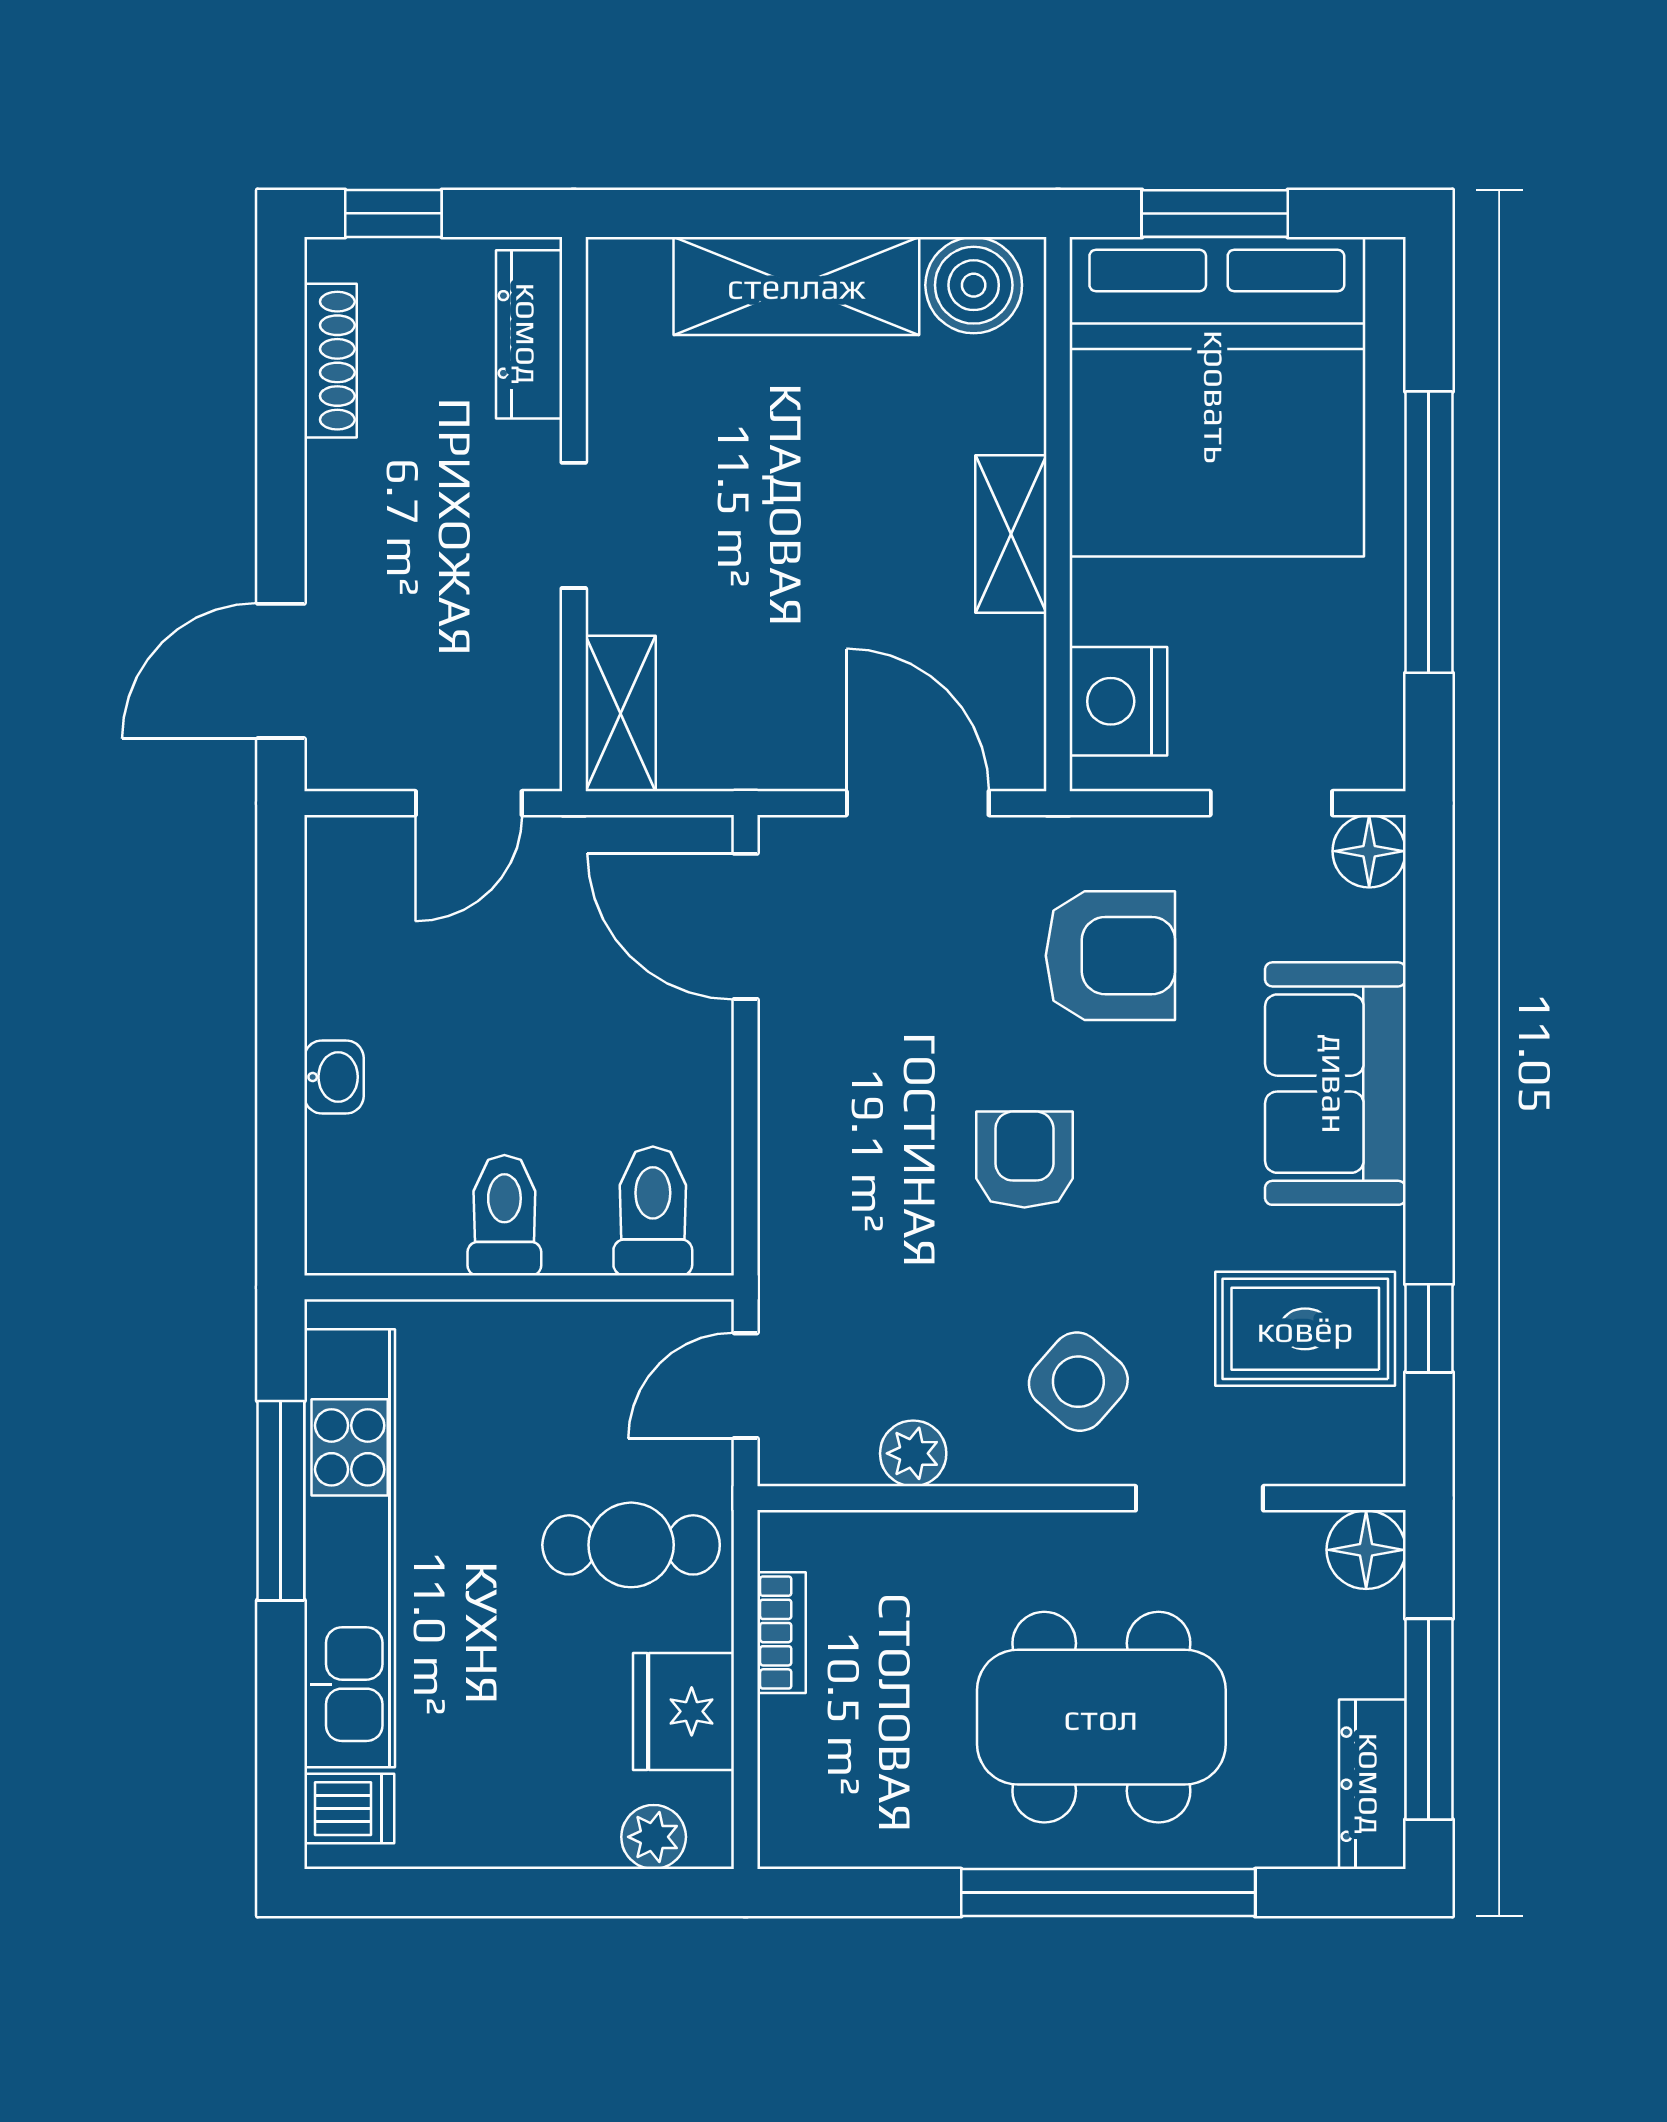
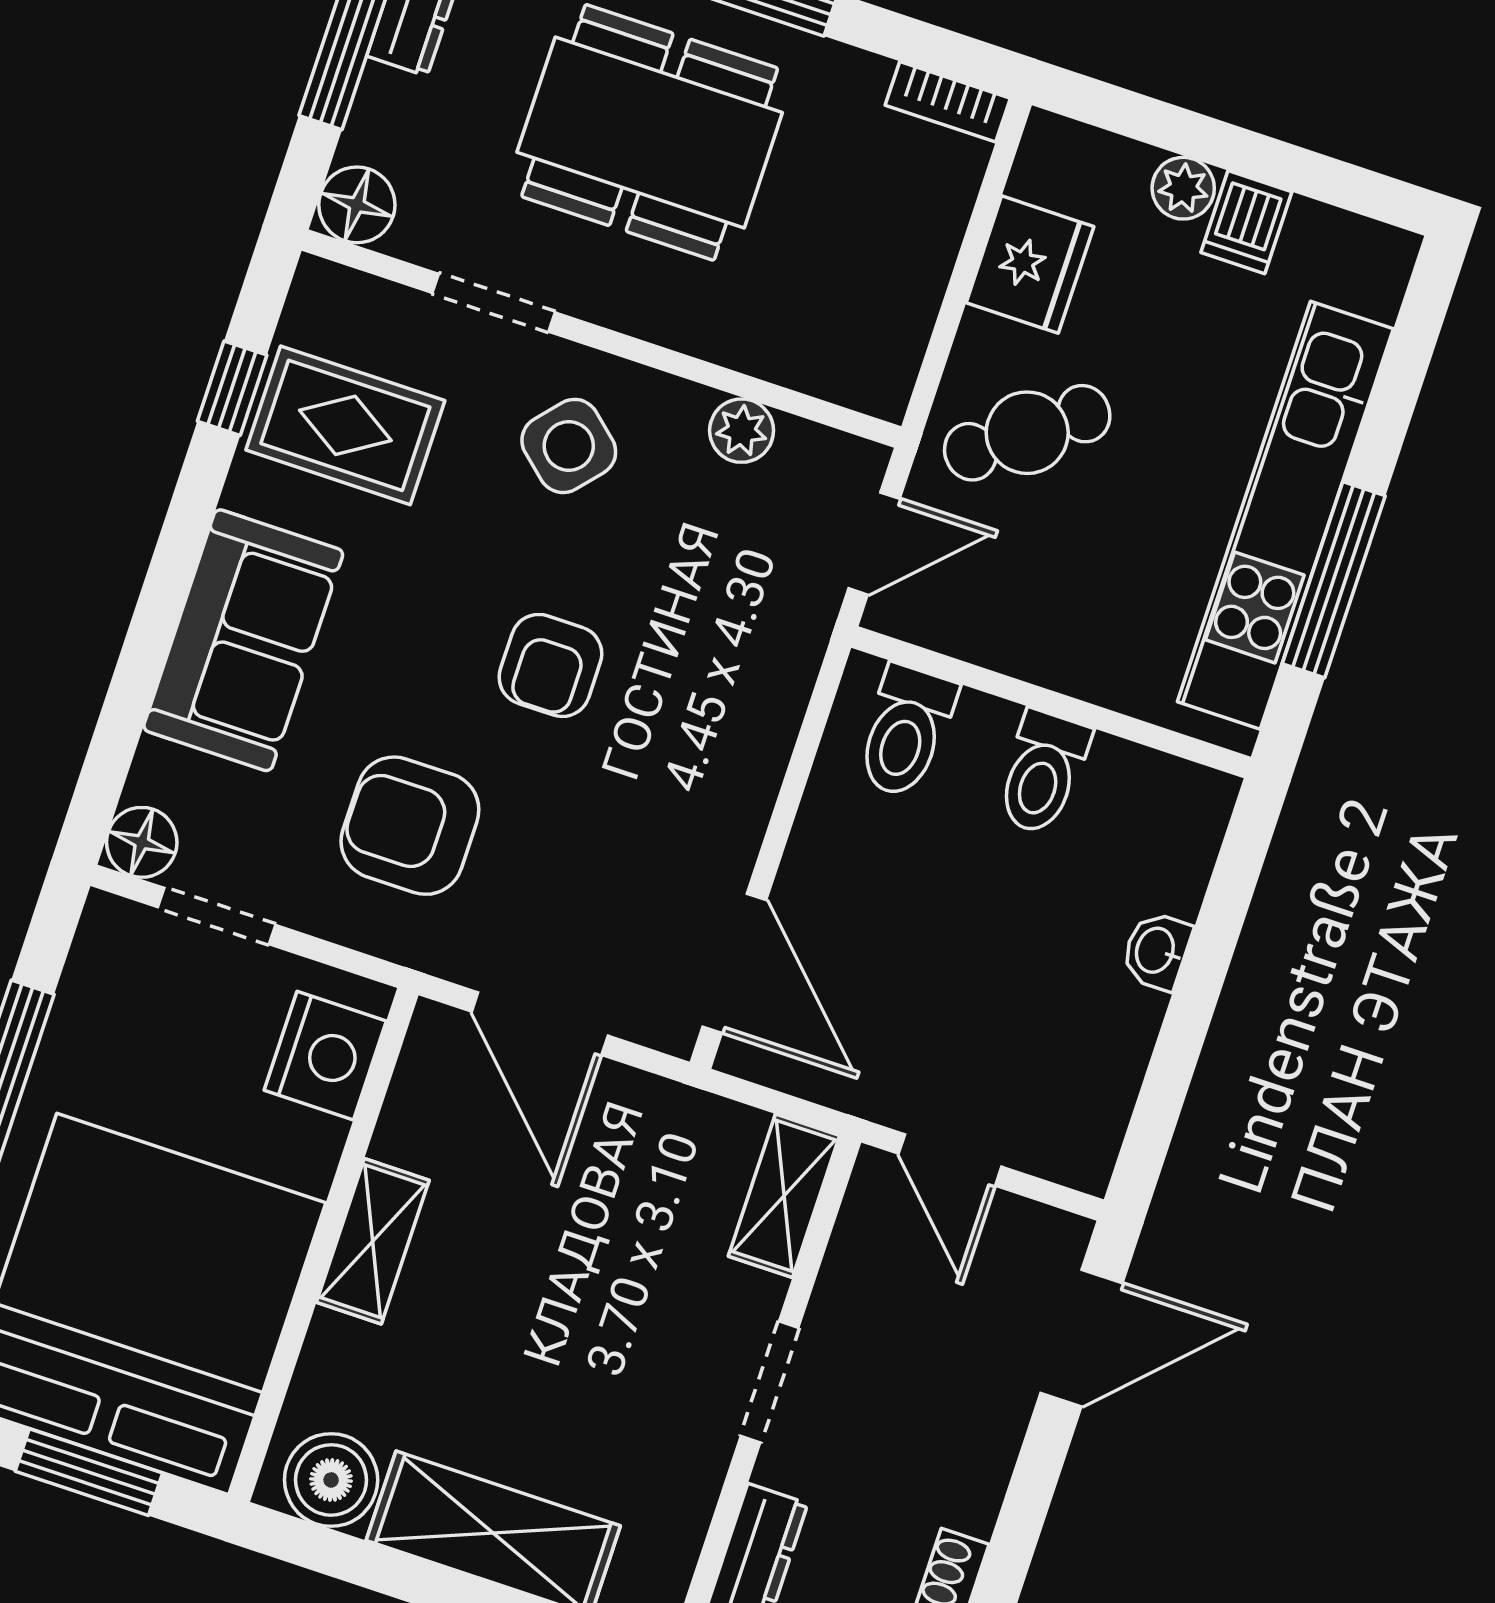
door: (469, 803) -> (950, 1160), swing flipped
cafe table: (631, 1545) -> (1027, 433), turned -37
bookcase: (782, 1633) -> (948, 102), moved, turned -90
dishwasher: (349, 1809) -> (1246, 222), moved, turned -90
plant: (654, 1837) -> (1183, 188), moved

